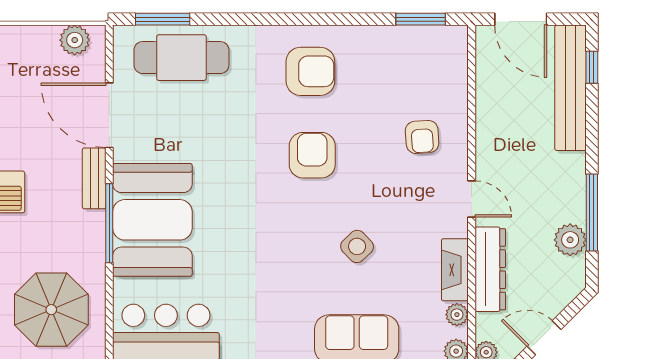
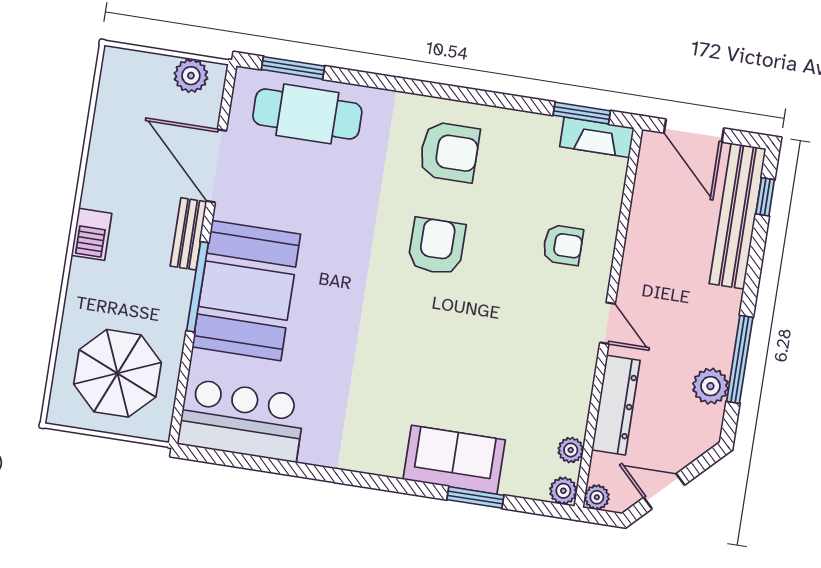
armchair: (422, 137) -> (563, 245), turned -86
side table: (357, 246) -> (471, 356), removed
fireplace: (455, 270) -> (597, 137), moved, turned -90

